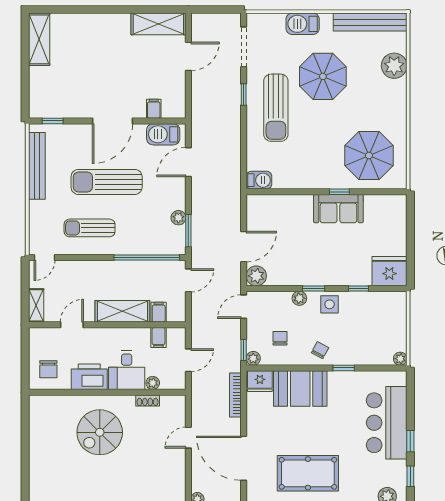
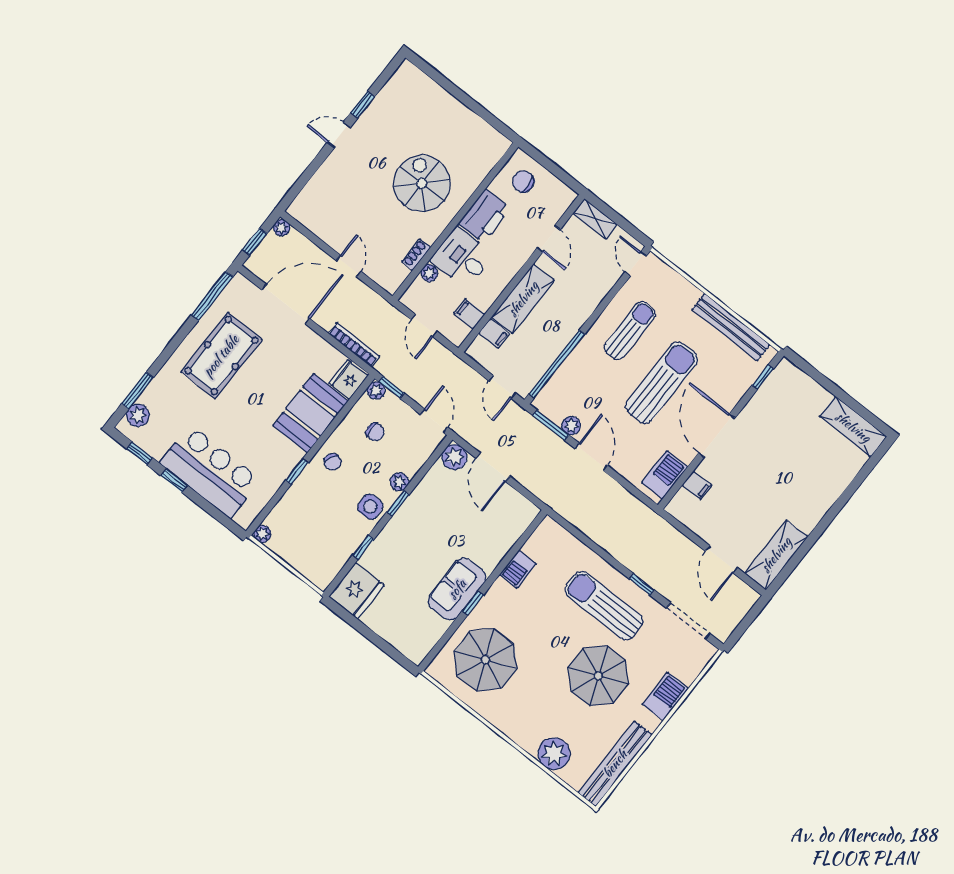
door: (188, 162) -> (591, 457), moved
barbecue: (259, 180) -> (518, 569), moved

